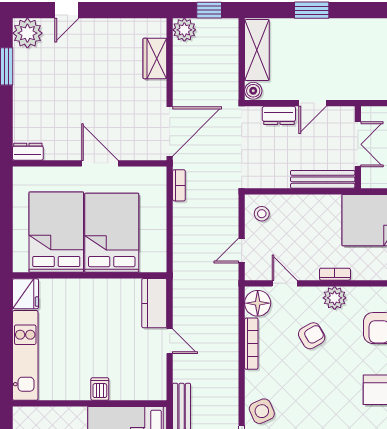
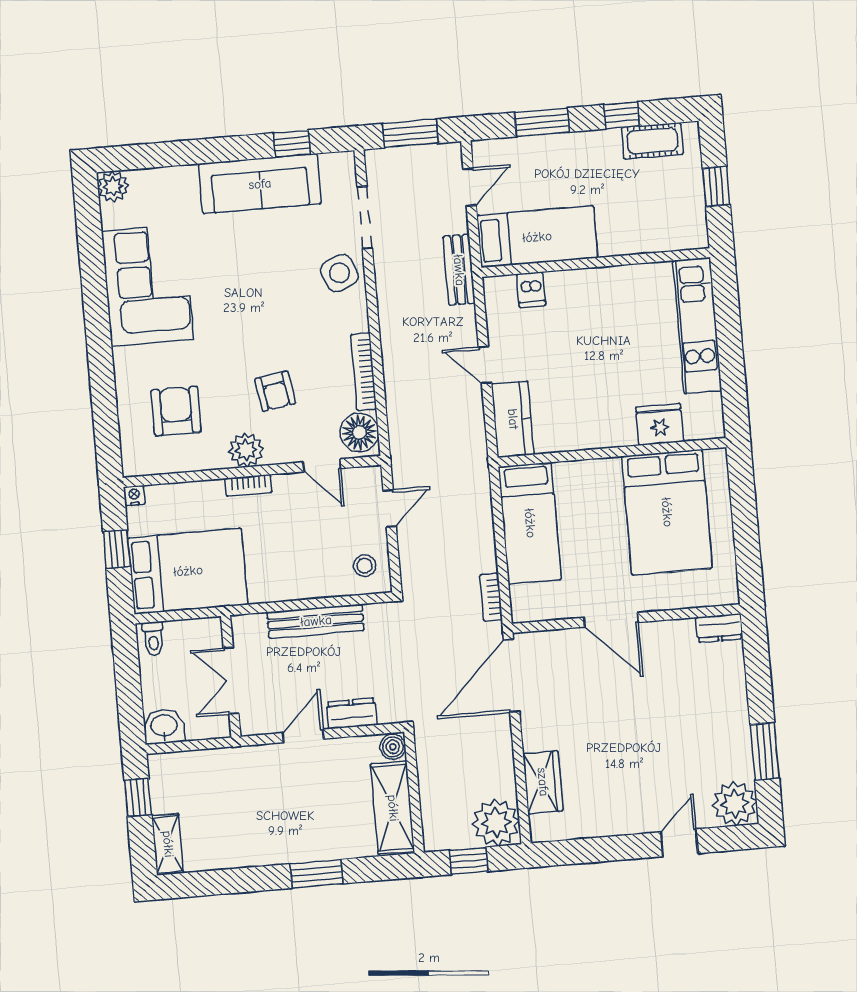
plant: (184, 30) -> (496, 823), width x1.36, depth x1.36
bench: (323, 179) -> (316, 621), moved
bed: (112, 233) -> (530, 523), moved, width x0.67
fridge: (26, 294) -> (660, 424), moved, turned 90
armchair: (312, 336) -> (275, 391), turned -69
dishwasher: (100, 389) -> (531, 290), moved

